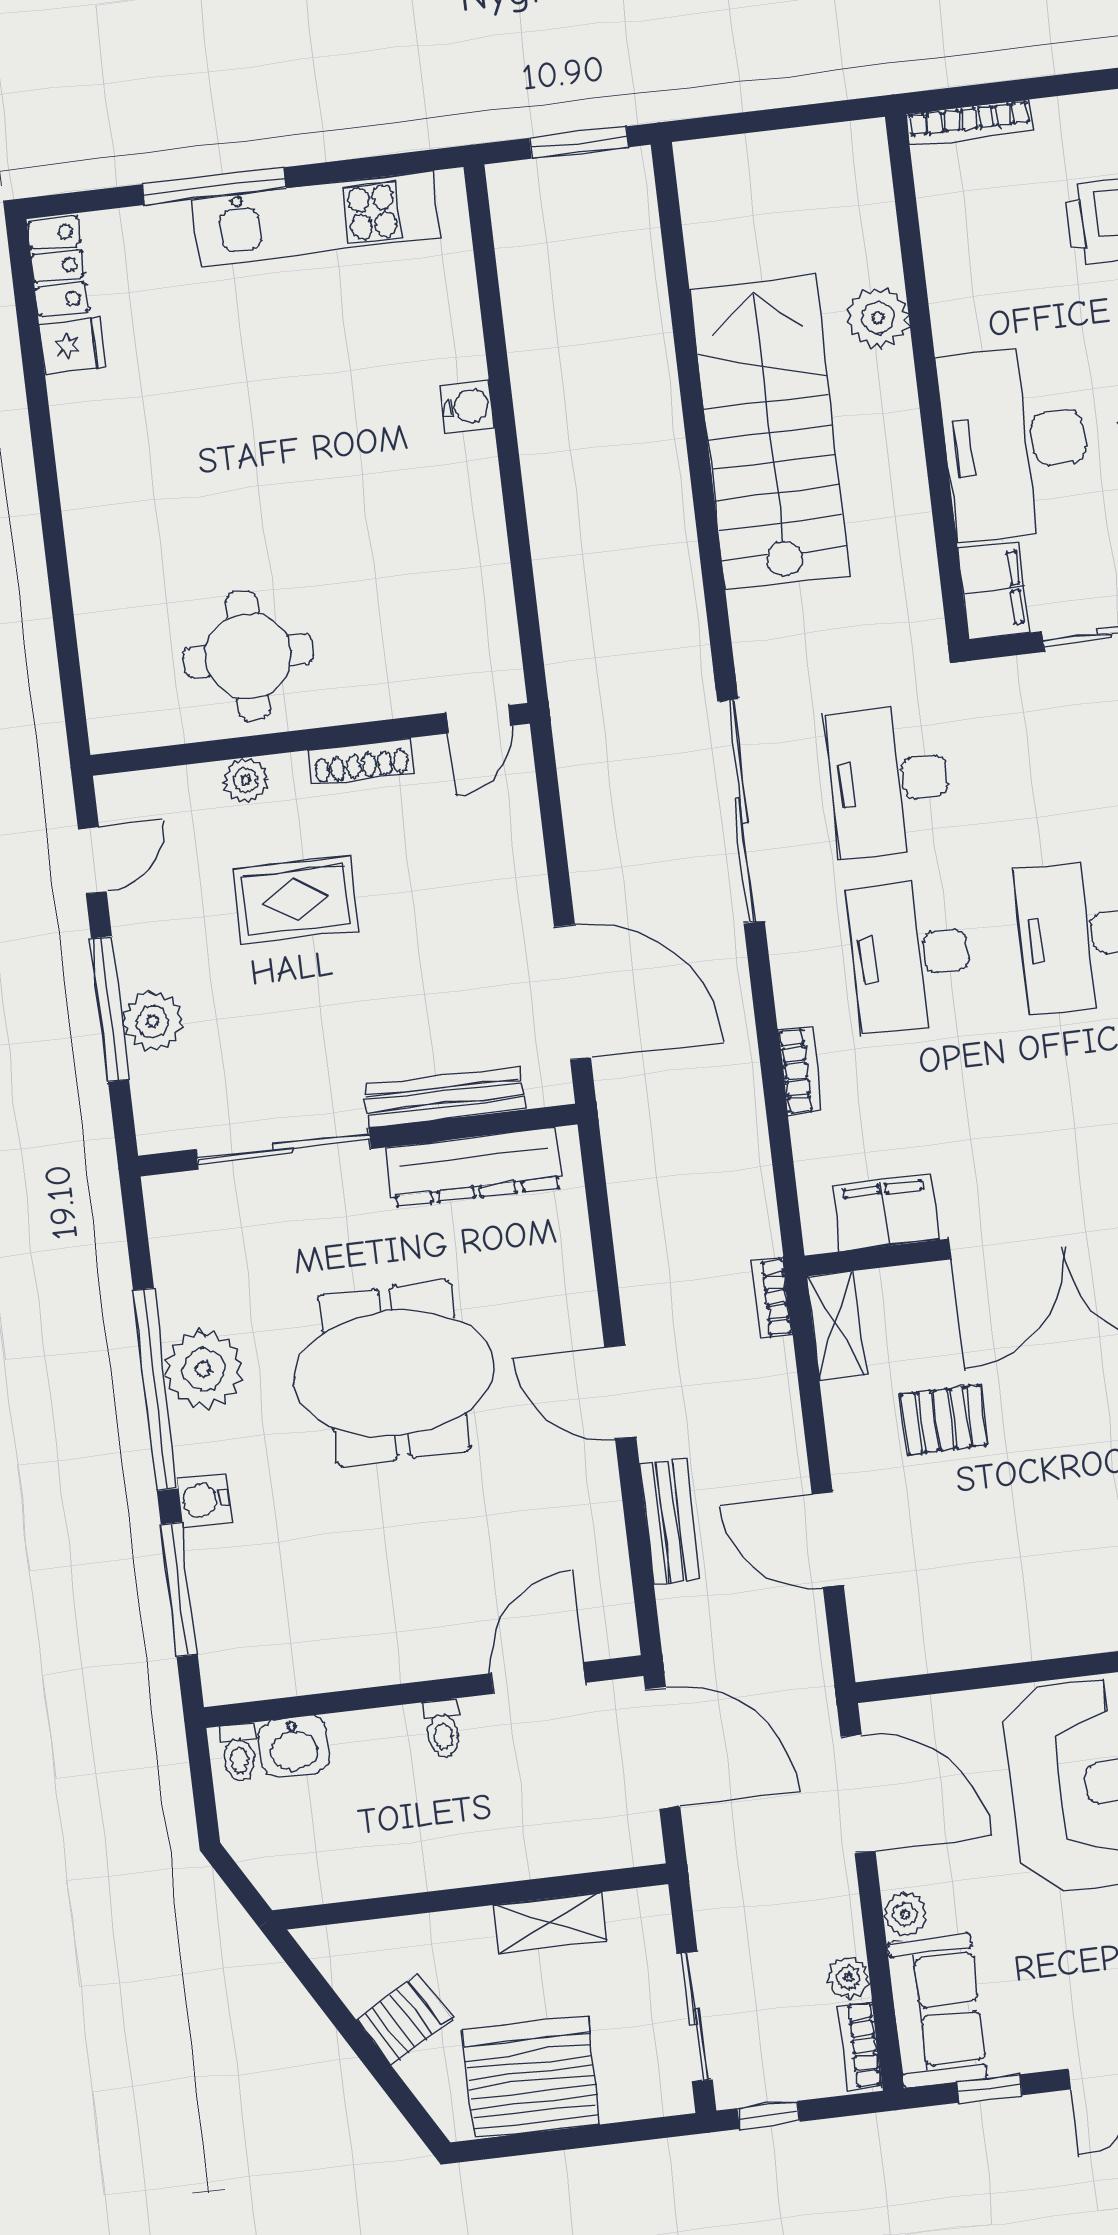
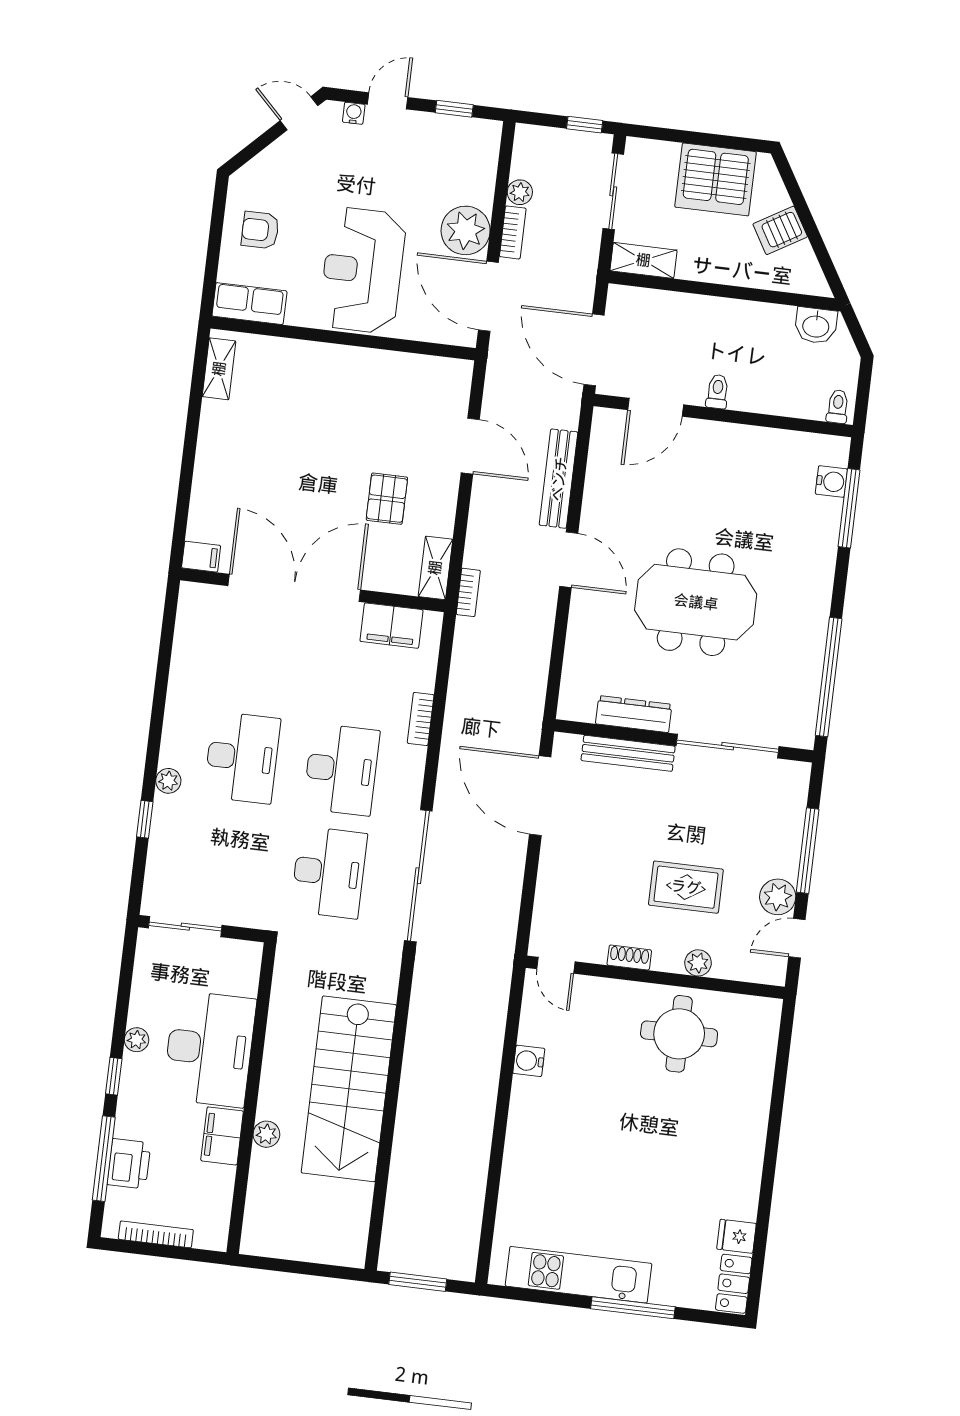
bookcase: (970, 123) -> (156, 1234), moved
plant: (878, 318) -> (266, 1134), width x0.73, depth x0.73
water cooler: (467, 406) -> (529, 1061), moved
filing cabinet: (994, 590) -> (222, 1136), moved
door: (479, 719) -> (556, 965), swing flipped
shoe rack: (361, 761) -> (629, 958), width x0.70
plant: (153, 1022) -> (778, 897), moved
dresser: (474, 1167) -> (634, 714), width x0.73, depth x0.80
plant: (204, 1369) -> (804, 631), removed
window: (155, 1389) -> (829, 677), moved
pallet: (944, 1420) -> (387, 499), turned 90
water cooler: (204, 1500) -> (831, 482), moved
bench: (669, 1522) -> (559, 479), width x1.36
washbasin: (294, 1747) -> (816, 326), moved, turned 180
plant: (905, 1914) -> (466, 230), width x1.87, depth x1.87
shelving: (549, 1923) -> (643, 260), moved
sofa: (937, 2011) -> (473, 161), removed
bookcase: (860, 2046) -> (513, 232), moved

